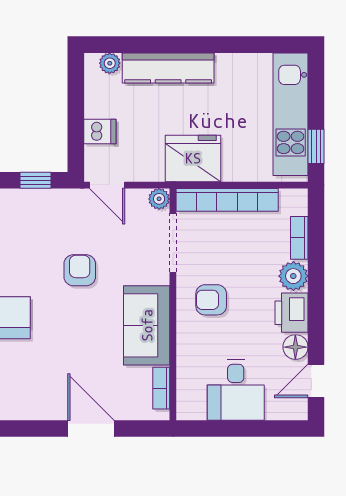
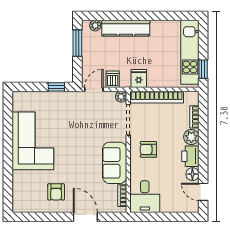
window: (76, 97) -> (77, 43), added
dishwasher: (100, 132) -> (113, 79), moved, turned -90
fridge: (193, 158) -> (139, 79), width x0.53, depth x0.75
door: (107, 185) -> (94, 89), swing flipped
armchair: (80, 270) -> (56, 192), moved, turned 180
door: (316, 381) -> (203, 192), hinge flipped
desk: (236, 390) -> (145, 197), moved

